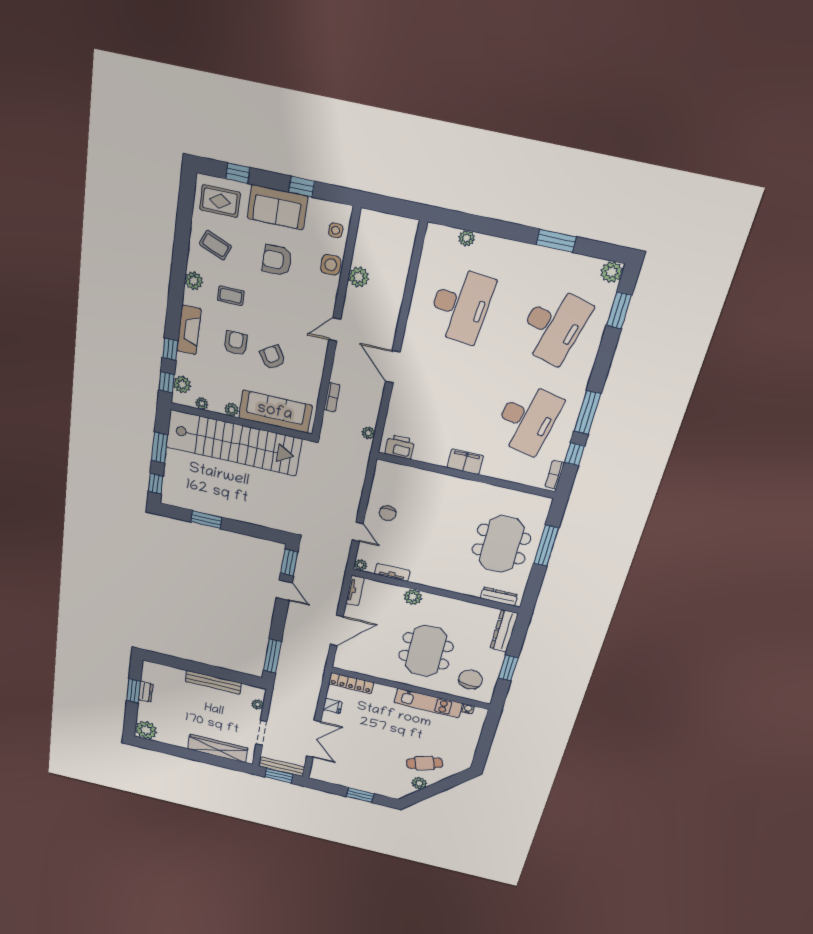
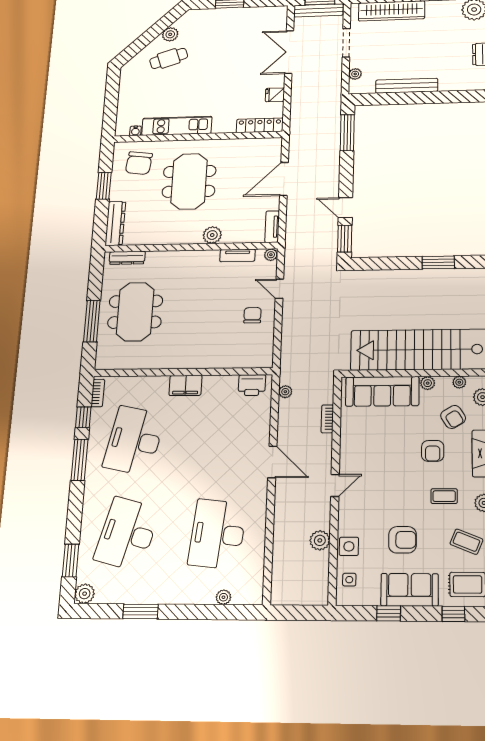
armchair: (273, 357) -> (453, 417), moved

